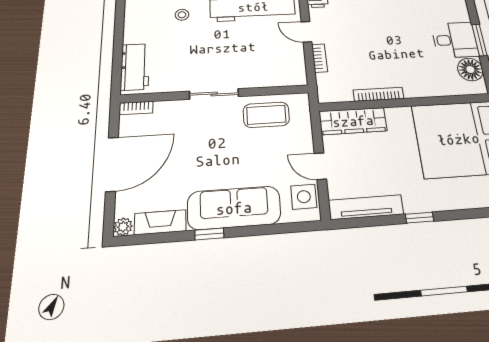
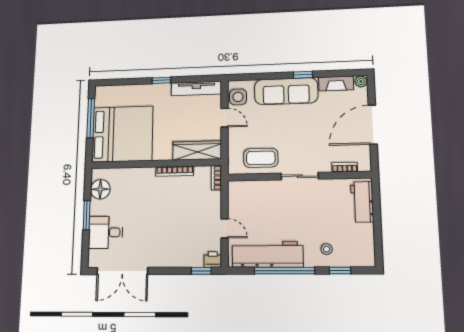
desk: (455, 40) -> (106, 232), moved
bookcase: (320, 58) -> (216, 178), moved
bookcase: (136, 108) -> (345, 167), moved

